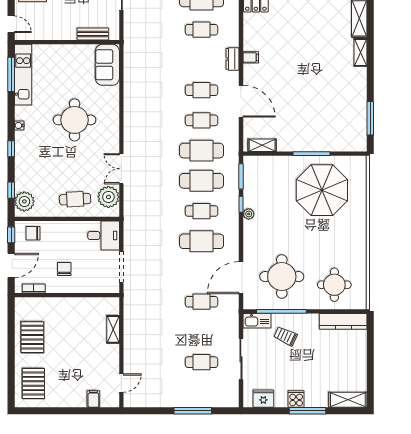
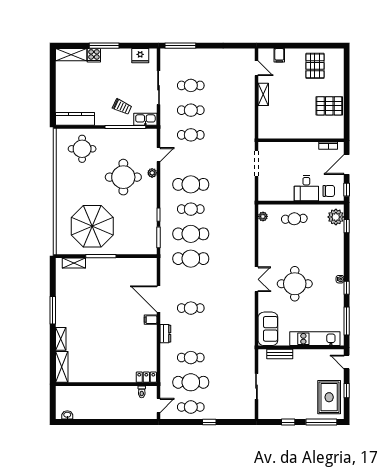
filing cabinet: (251, 57) -> (151, 320), moved
kitchen unit: (23, 75) -> (315, 339), moved, turned 90
window: (370, 118) -> (53, 310), moved
cafe table: (202, 120) -> (191, 110), moved
shelving: (262, 145) -> (74, 263), moved
window: (11, 149) -> (347, 288), moved
double door: (121, 169) -> (256, 279), moved
plant: (108, 197) -> (263, 216), width x0.53, depth x0.53
plant: (249, 214) -> (152, 173), moved
desk: (104, 236) -> (306, 188), moved, turned -90
chair: (64, 269) -> (303, 162), removed
round table: (282, 277) -> (123, 177), moved
door: (241, 278) -> (159, 155), width x0.53
shelving: (113, 329) -> (263, 94), moved
pallet: (32, 337) -> (329, 106), turned 90
pallet: (33, 383) -> (315, 66), moved
door: (121, 383) -> (256, 68), swing flipped
cooker: (296, 399) -> (94, 55), moved
window: (193, 411) -> (180, 46), moved

